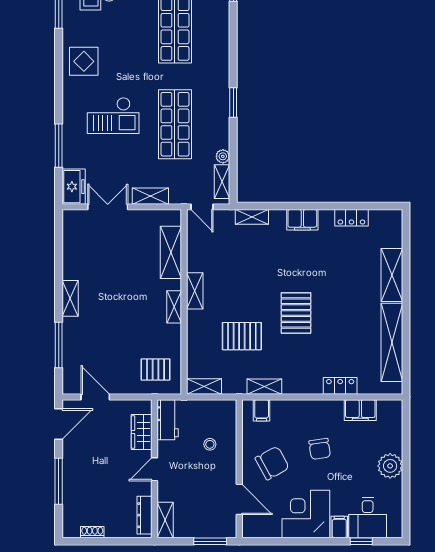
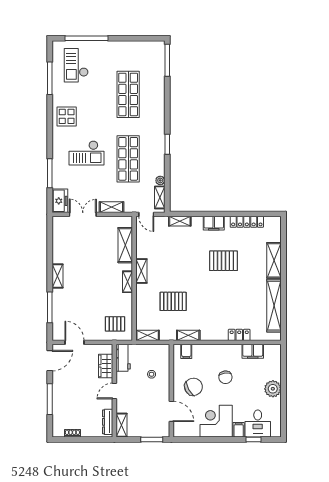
locker: (351, 218) -> (247, 222), width x1.53
pallet: (296, 313) -> (223, 261), moved, turned 90

